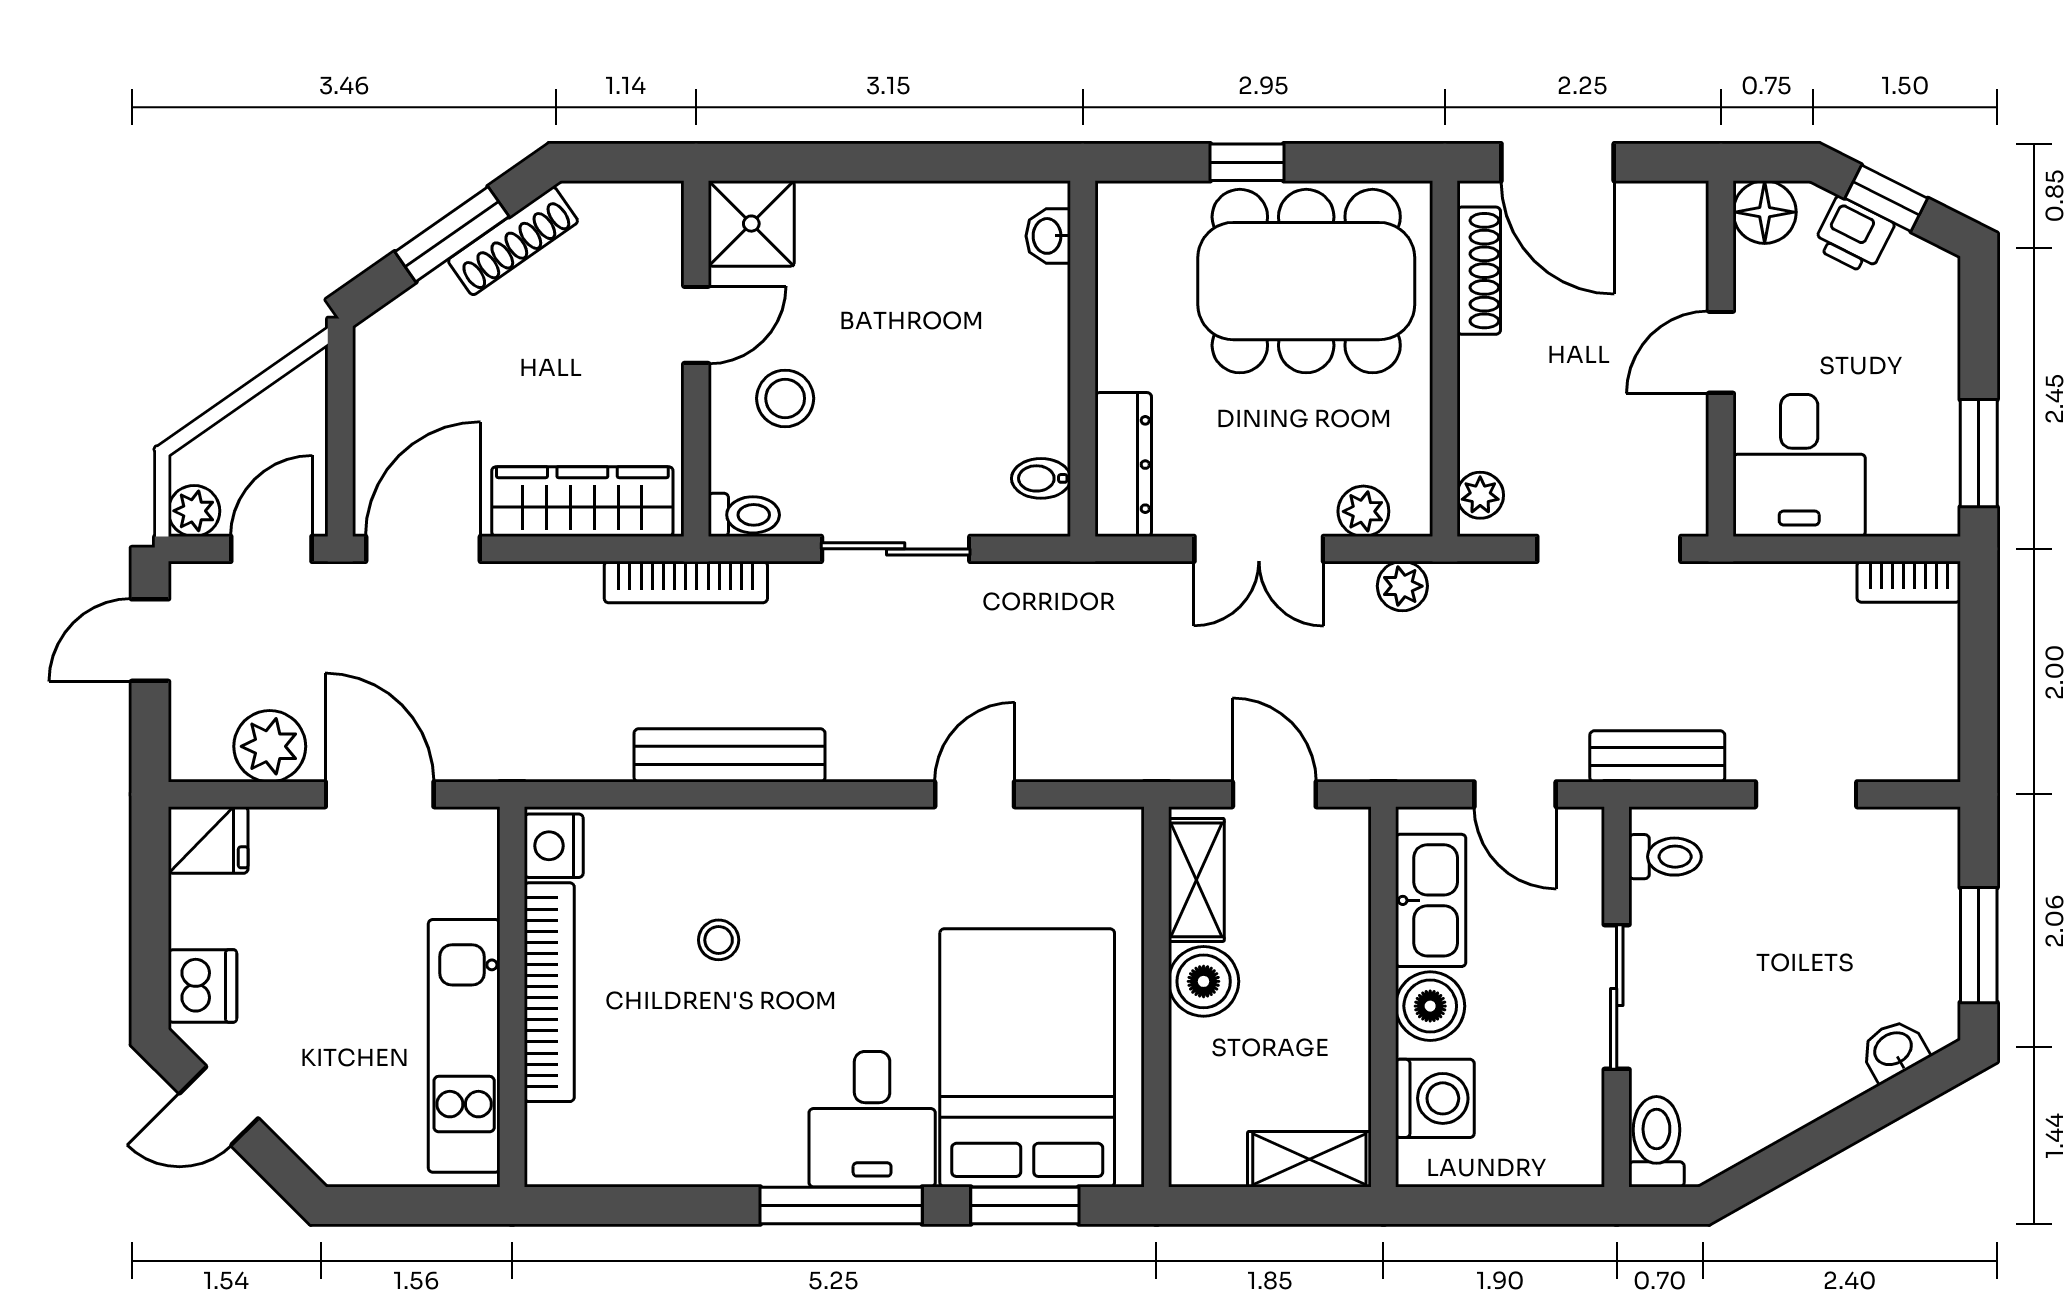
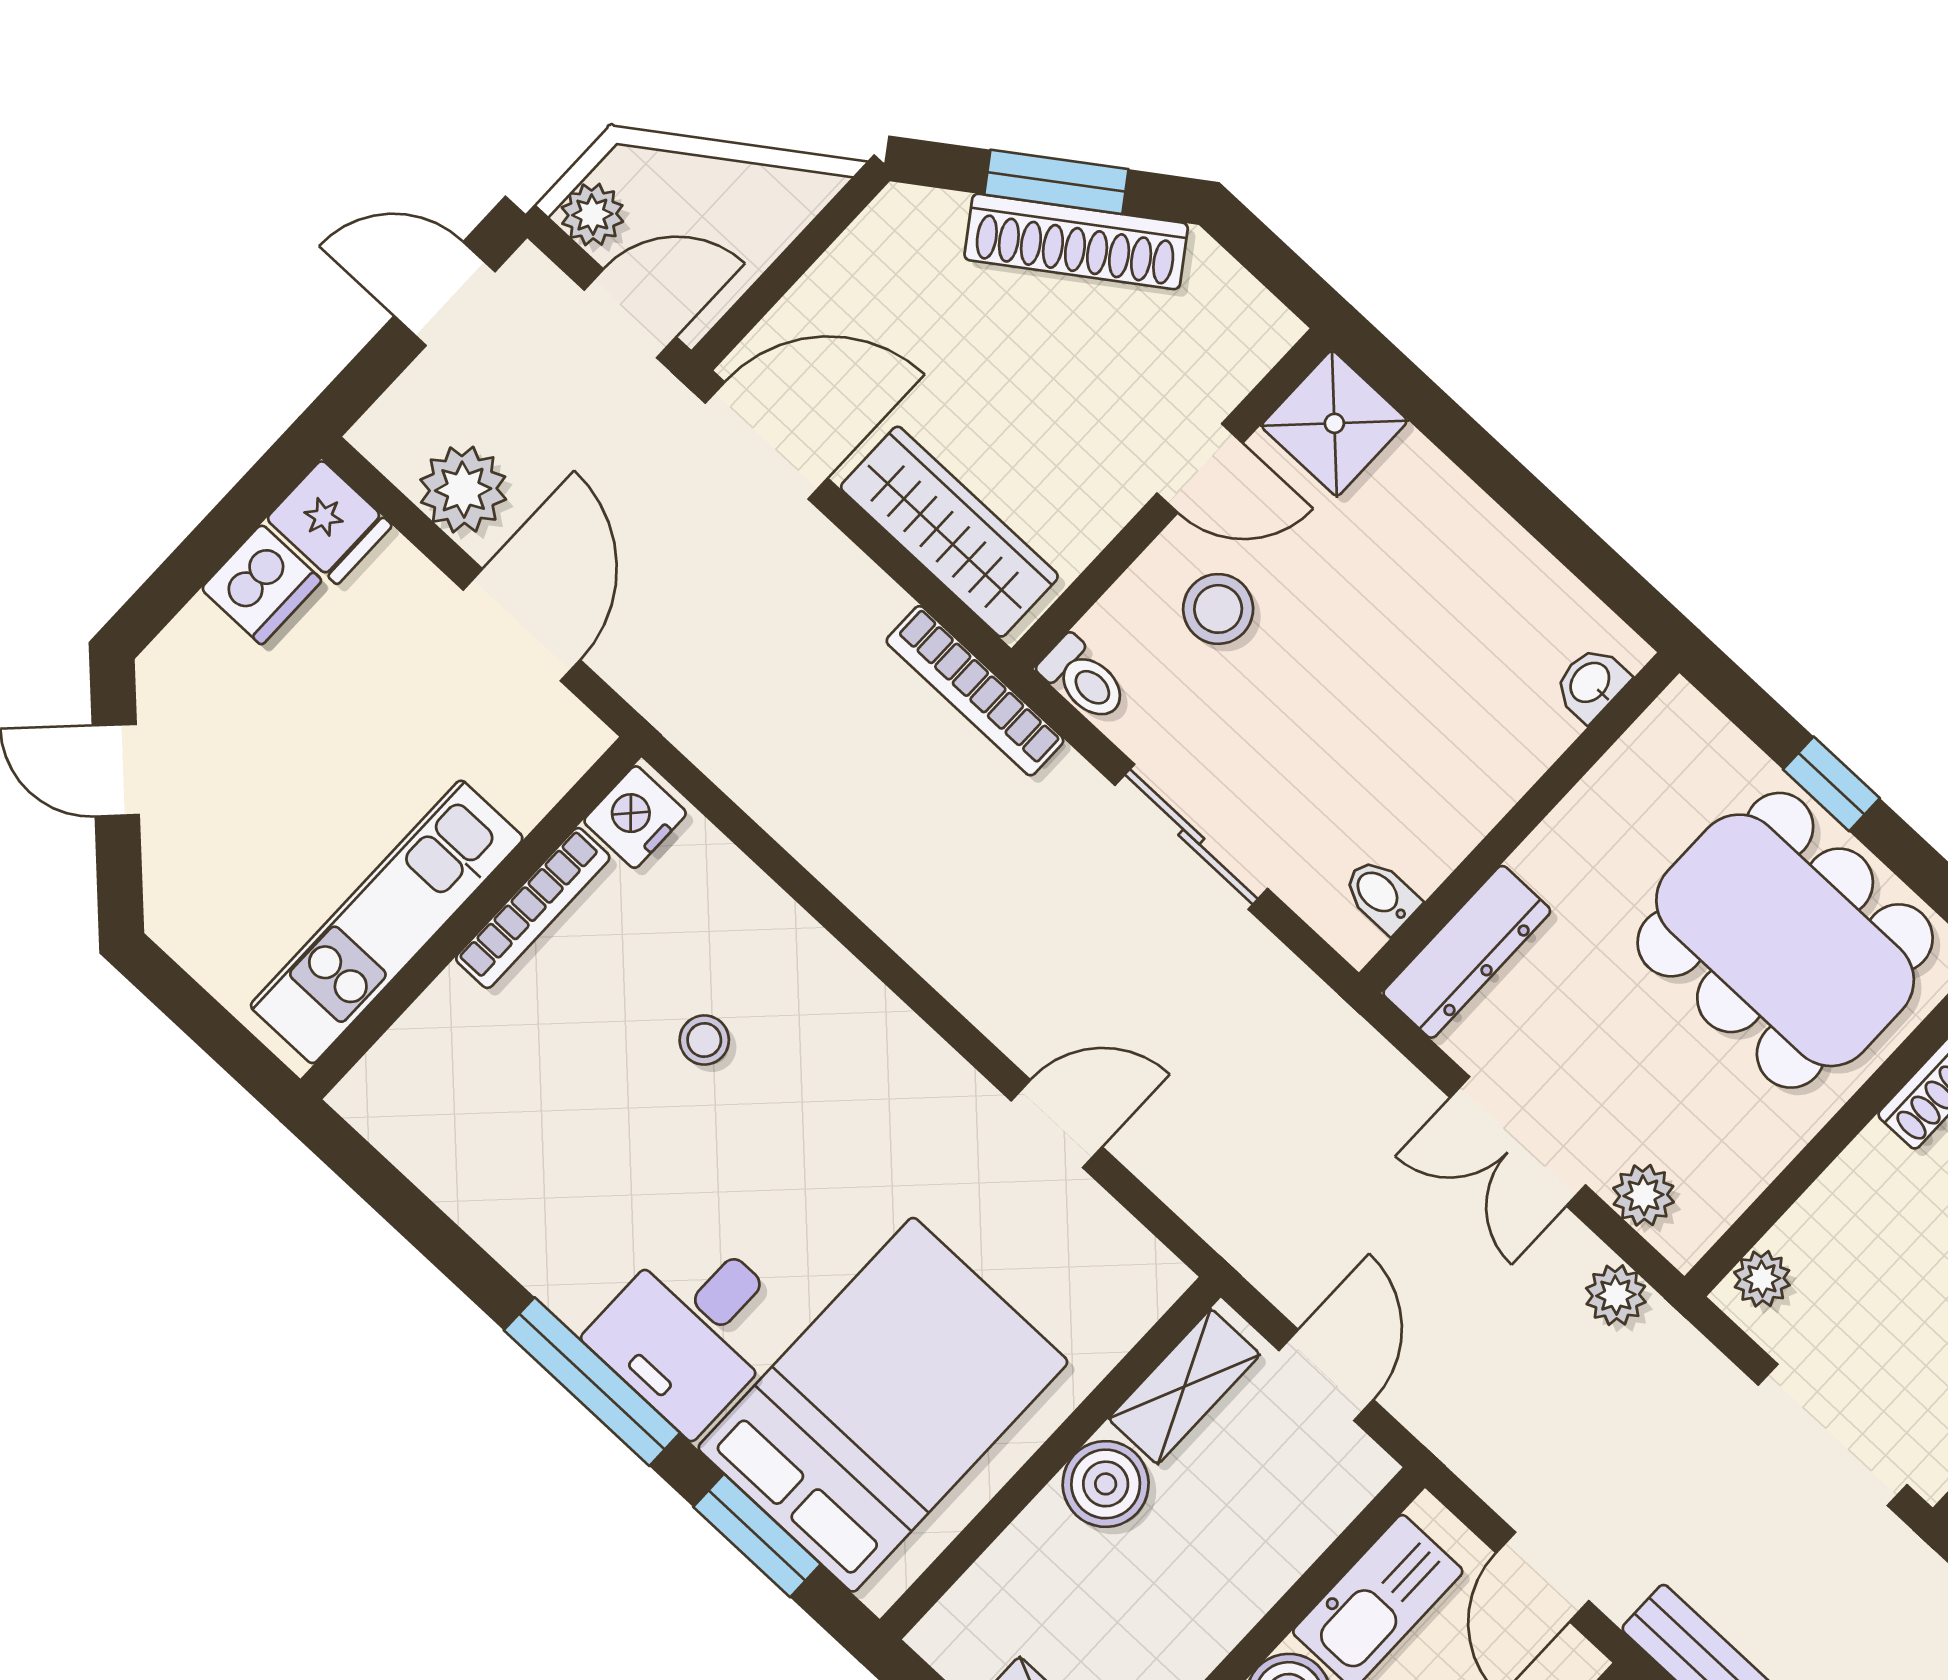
shoe rack: (513, 241) -> (1076, 241), width x1.36, depth x1.24
bench: (730, 755) -> (869, 883), removed
dishwasher: (202, 986) -> (261, 585), moved
bookcase: (549, 992) -> (533, 908), width x0.68, depth x0.76

